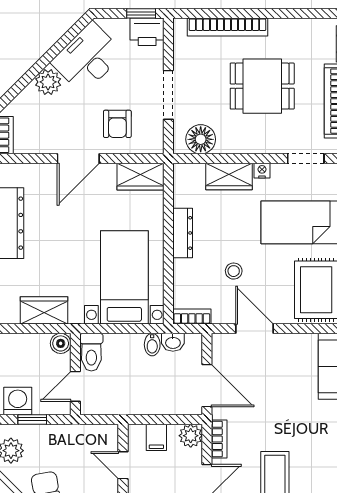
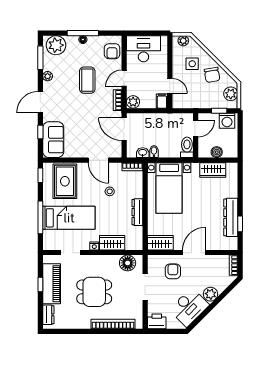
window: (141, 13) -> (160, 331), removed
boiler: (61, 343) -> (217, 152), moved
filing cabinet: (156, 437) -> (162, 101), moved

